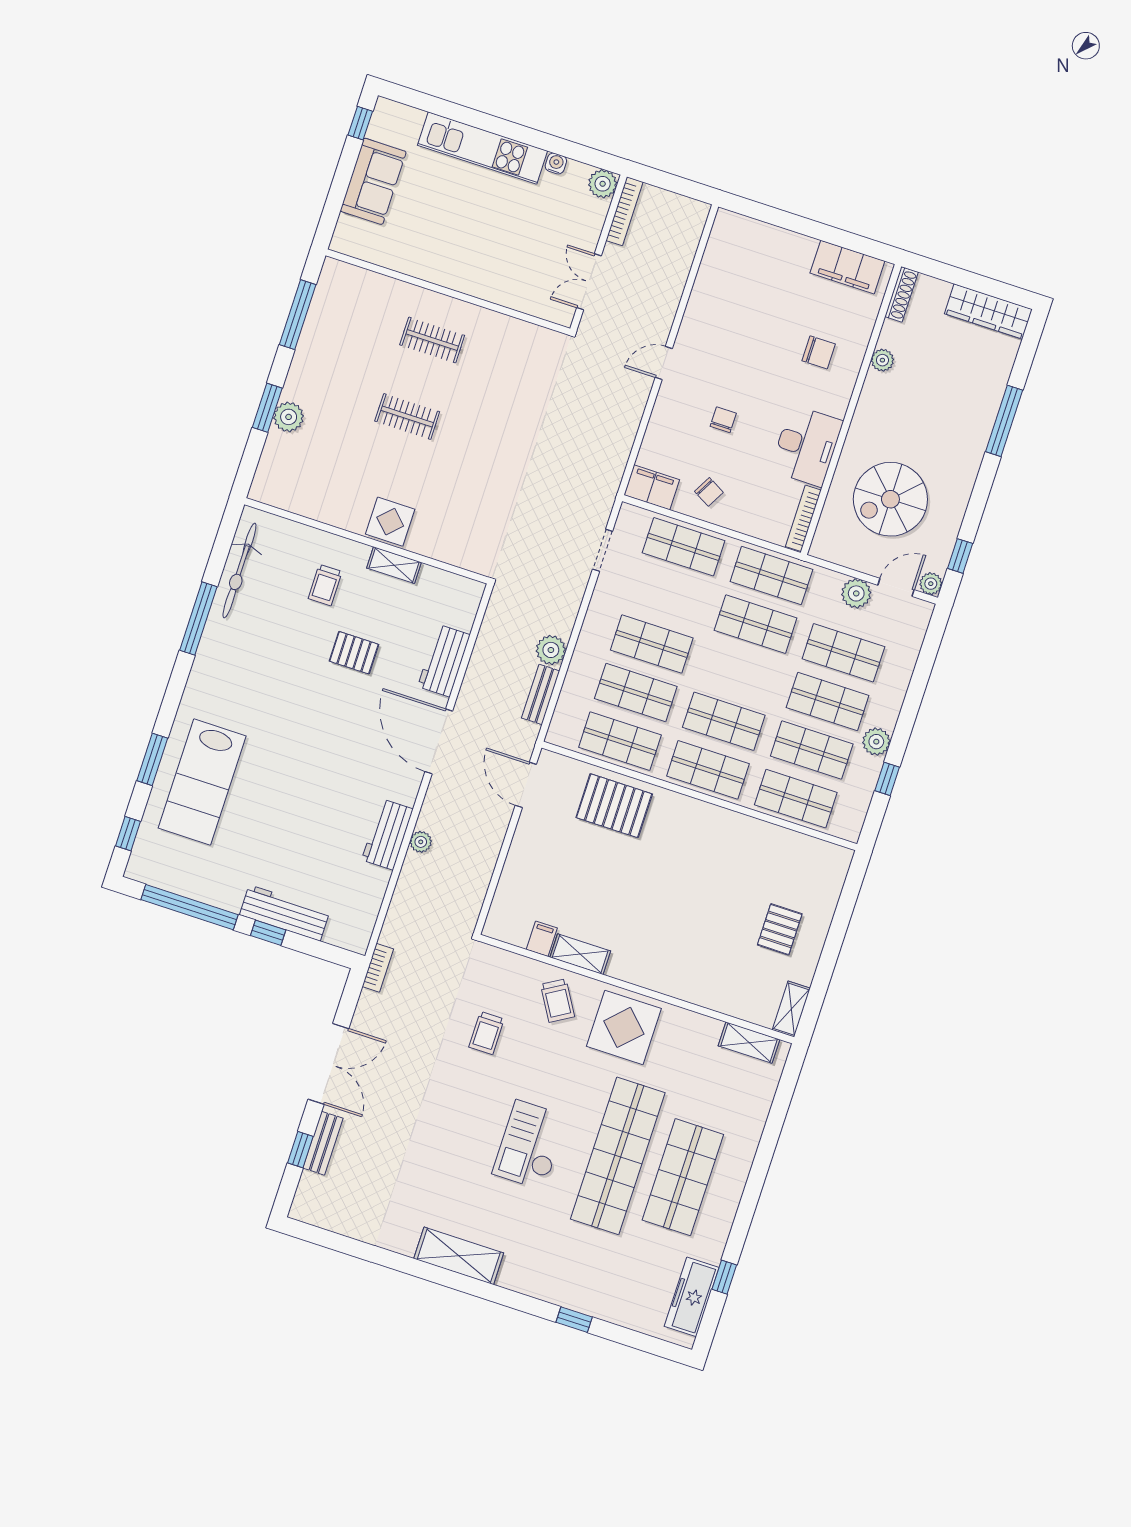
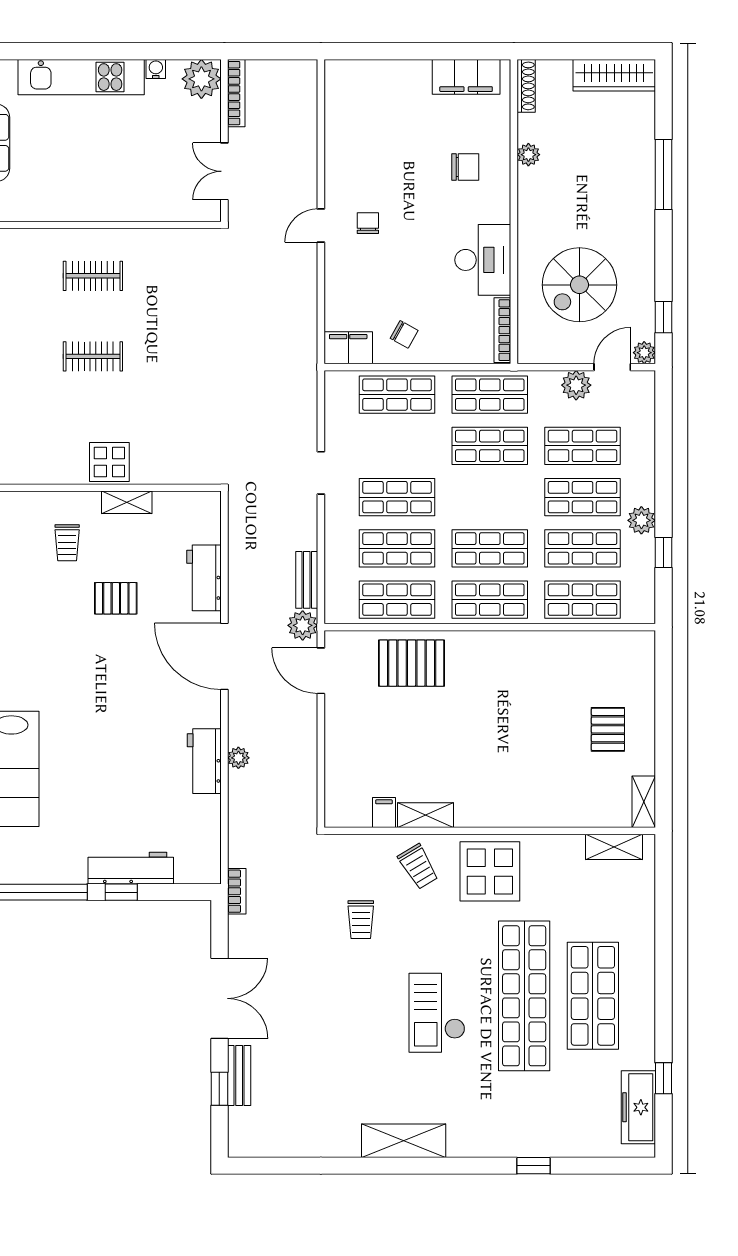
plant: (603, 184) -> (201, 79), width x1.36, depth x1.36
chair: (723, 420) -> (368, 223), moved
doorway: (603, 550) -> (321, 473), moved
plant: (551, 650) -> (303, 625), moved

